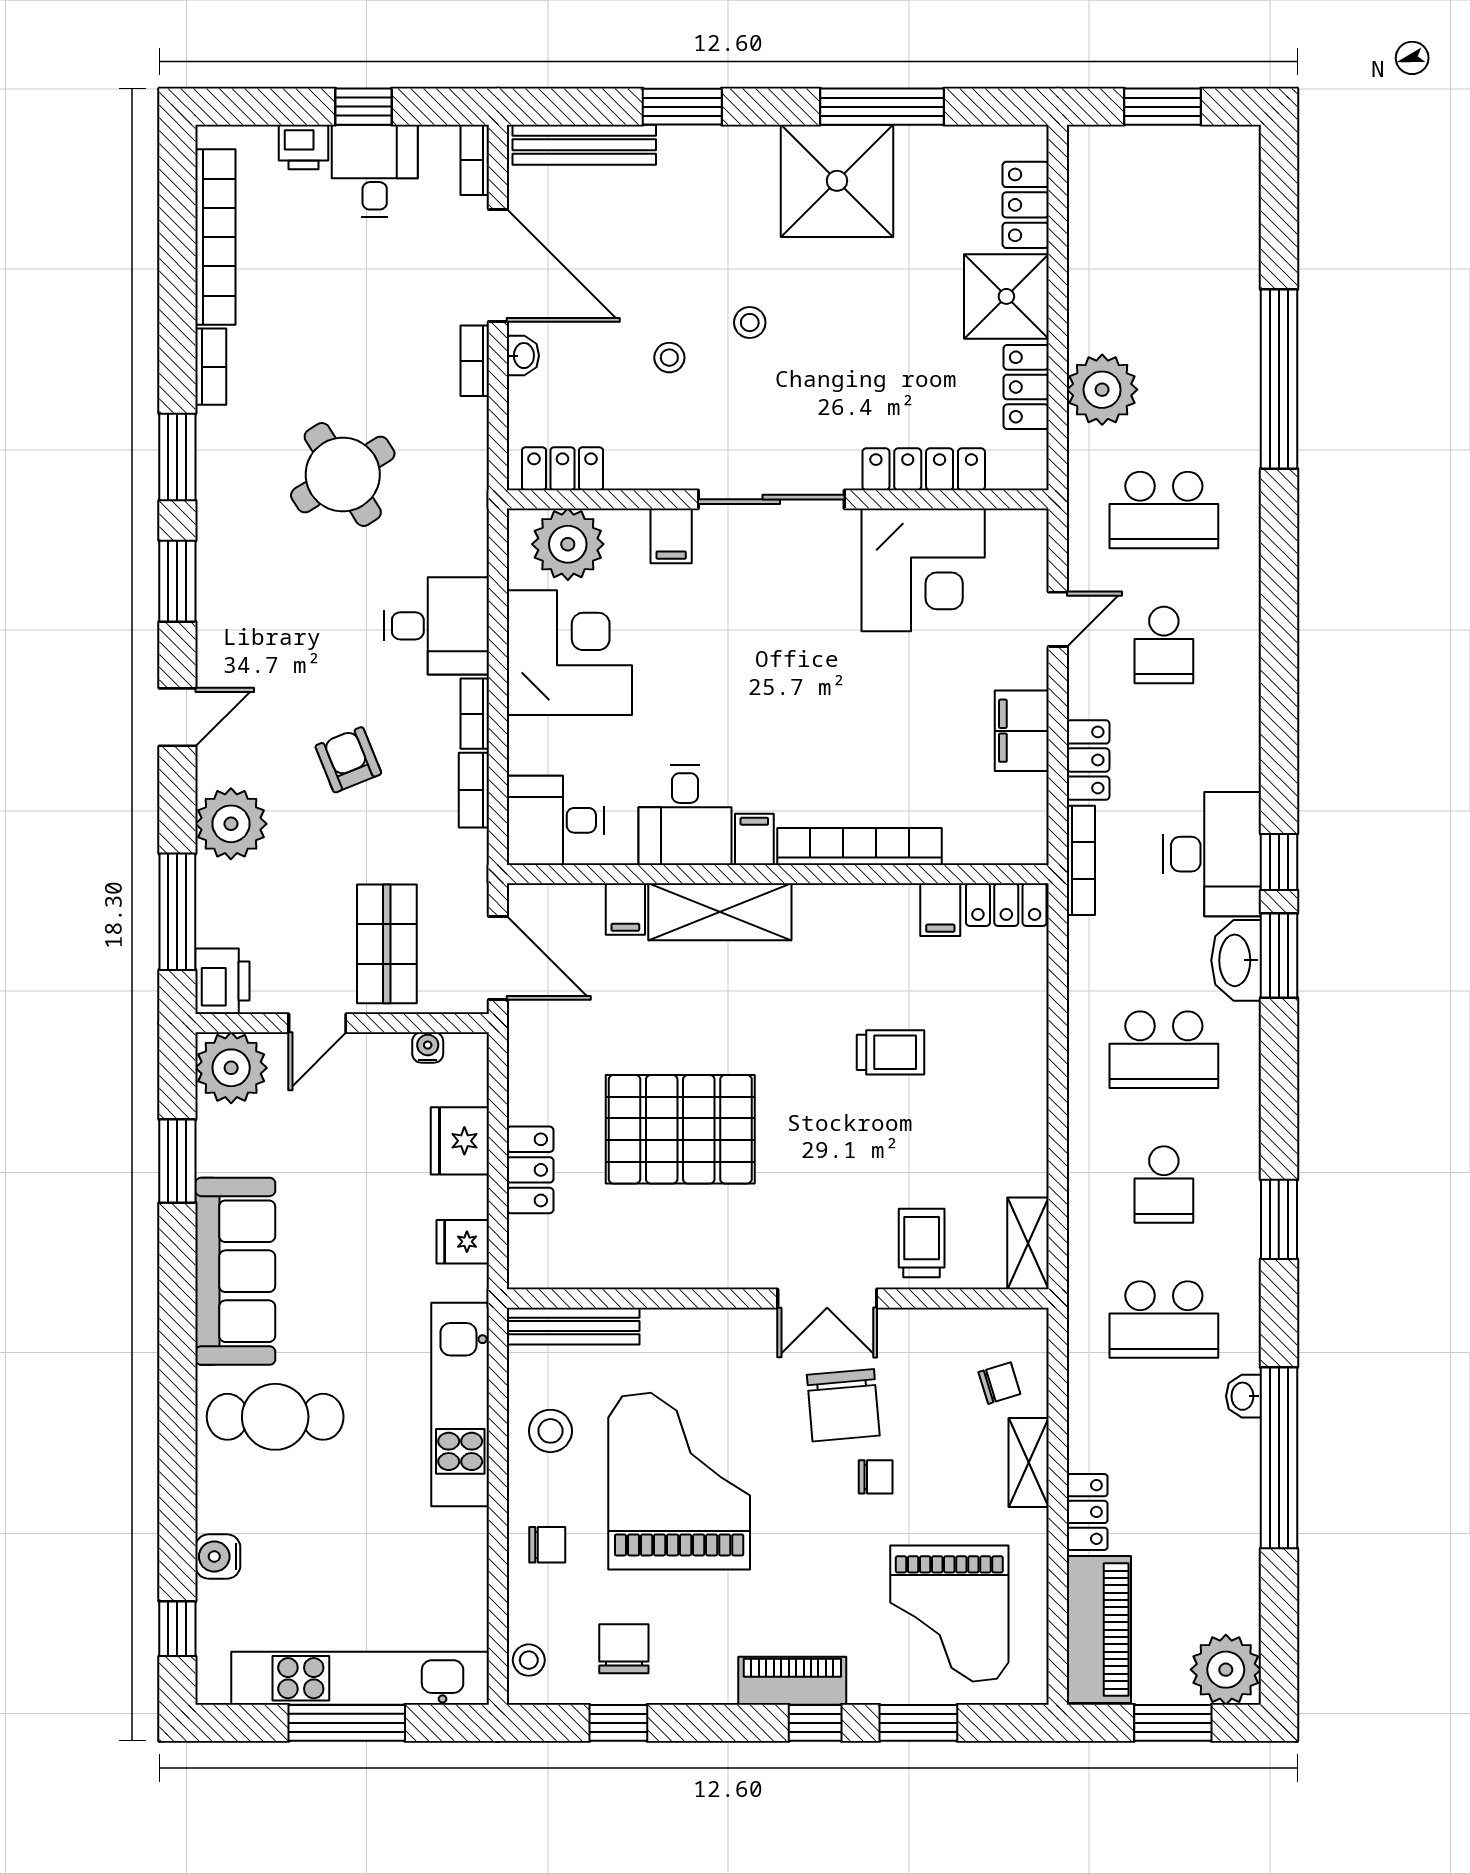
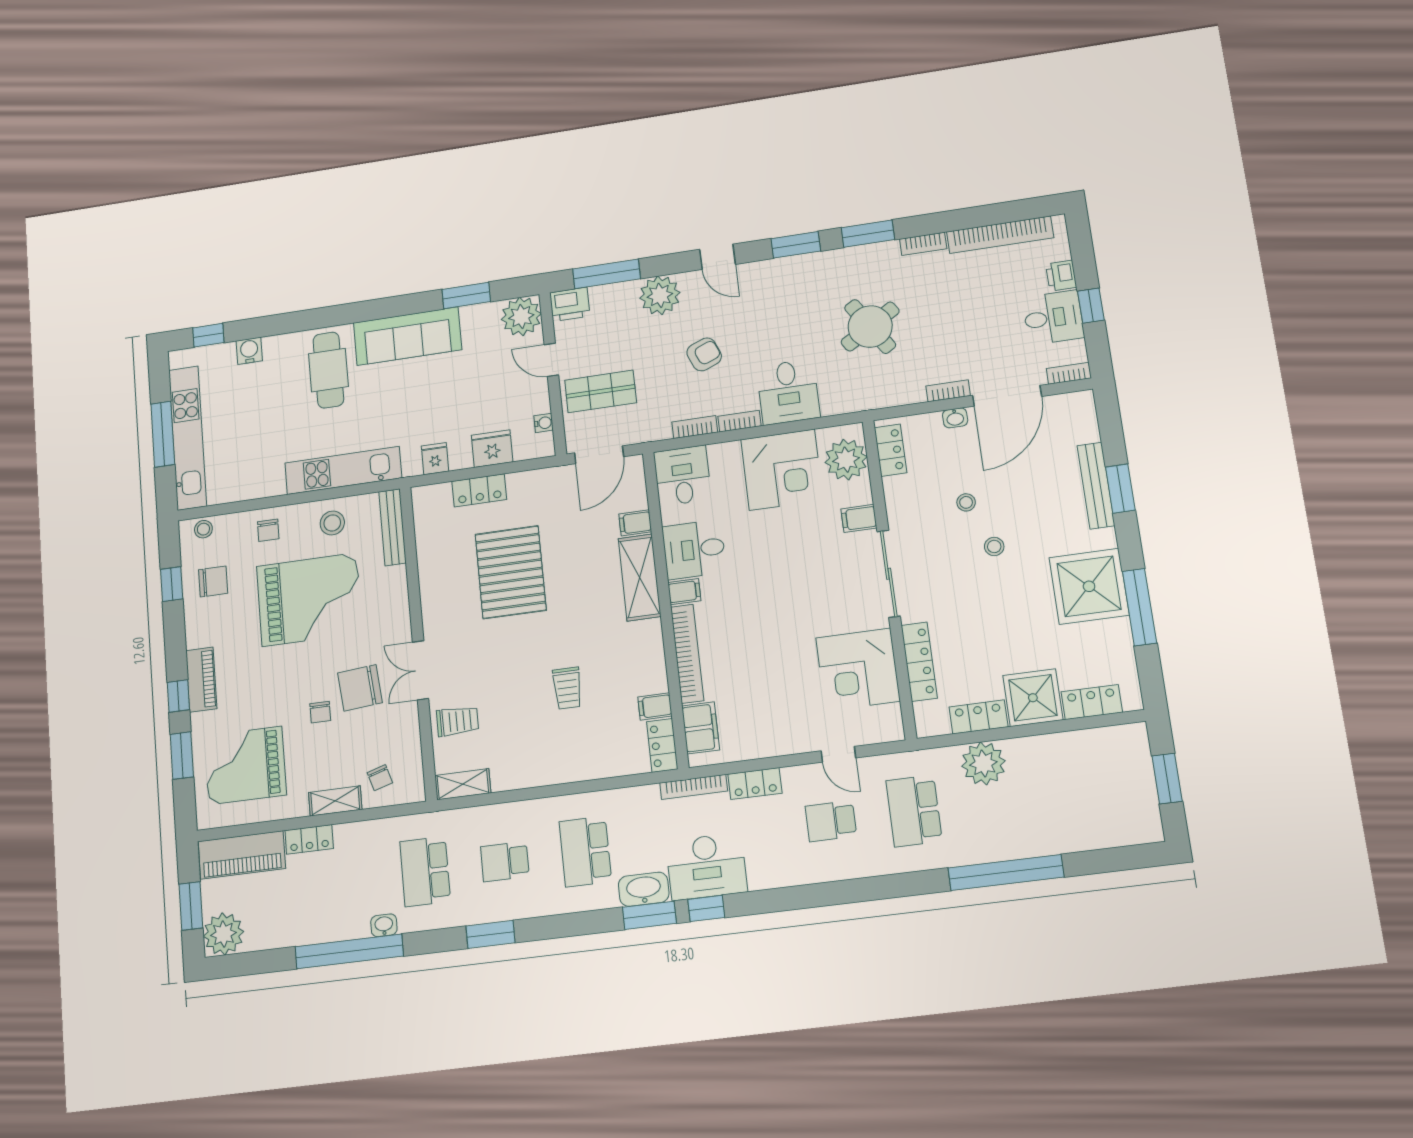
bench: (584, 145) -> (1096, 486), moved
filing cabinet: (1022, 731) -> (701, 728), moved, turned 90

